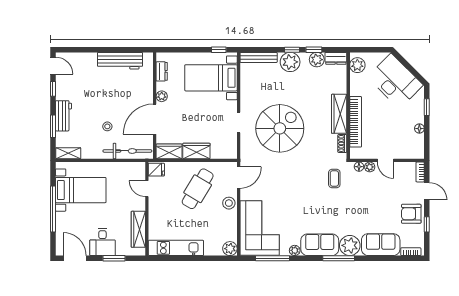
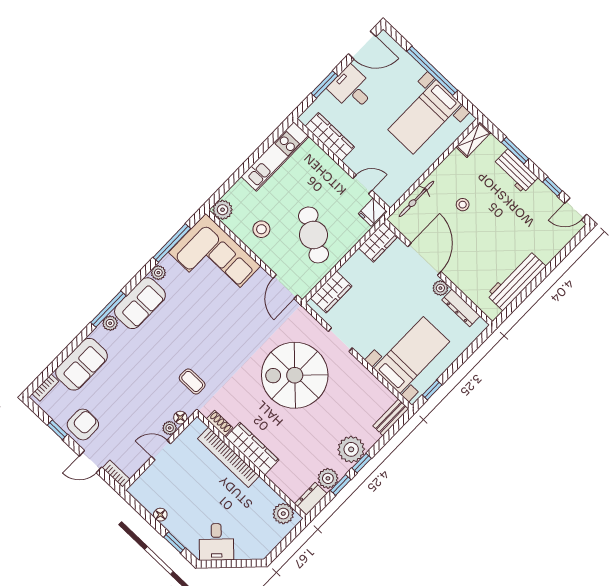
bench: (259, 57) -> (391, 417), width x0.73
dresser: (162, 71) -> (461, 308), width x1.44
desk: (395, 81) -> (216, 542), width x0.53, depth x0.77
spiral stairs: (280, 128) -> (295, 375), turned 90
bicycle: (127, 151) -> (417, 199), width x0.73, depth x0.71
wardrobe: (196, 151) -> (331, 292), moved
stool: (229, 203) -> (261, 229), moved
plant: (350, 245) -> (110, 323), width x0.53, depth x0.53

